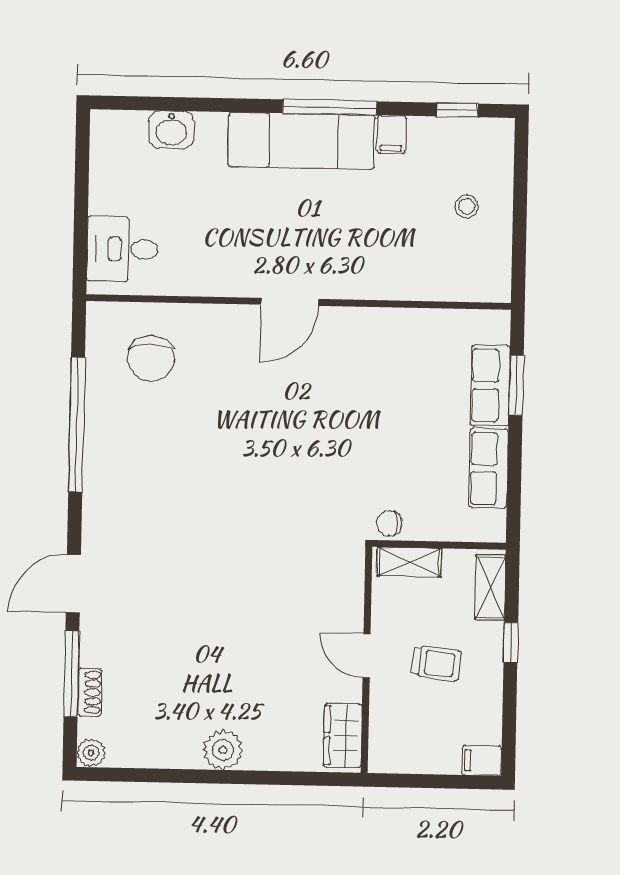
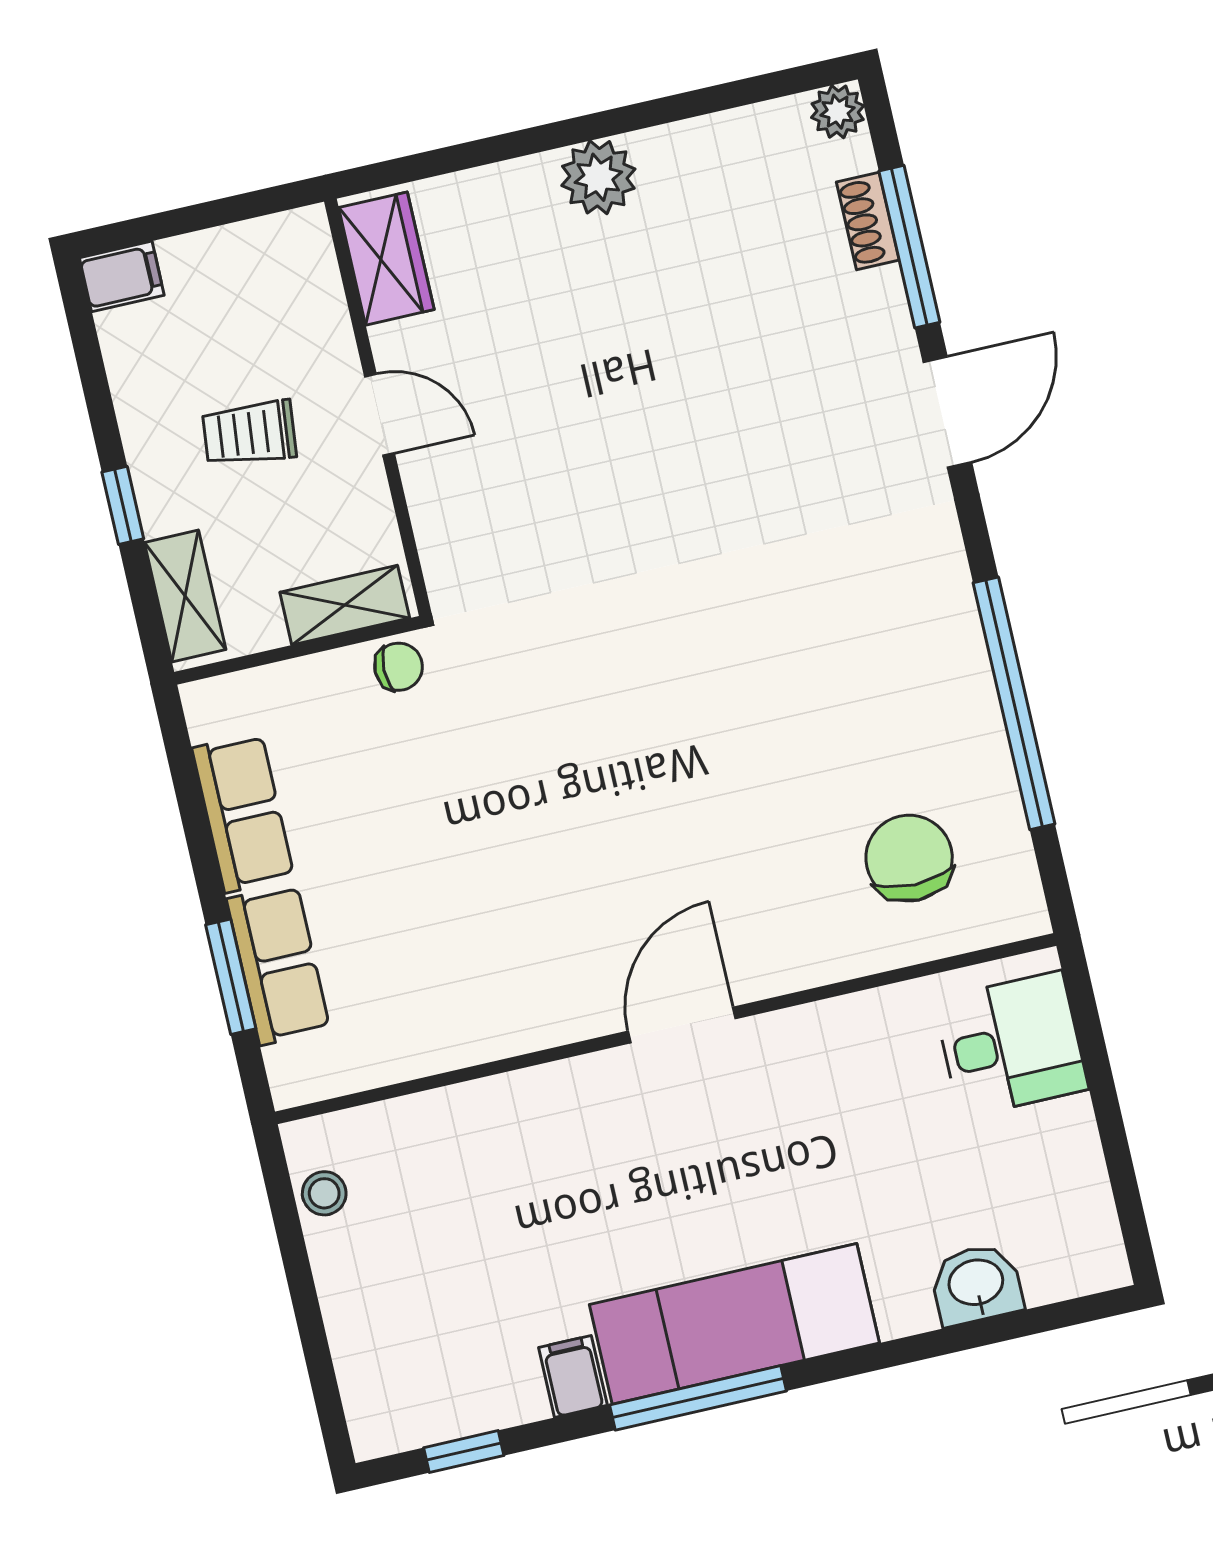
stool: (467, 206) -> (324, 1193), moved

